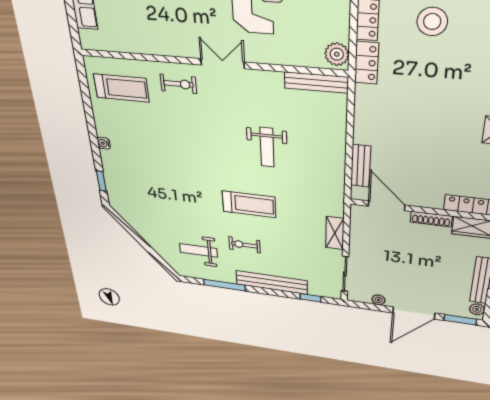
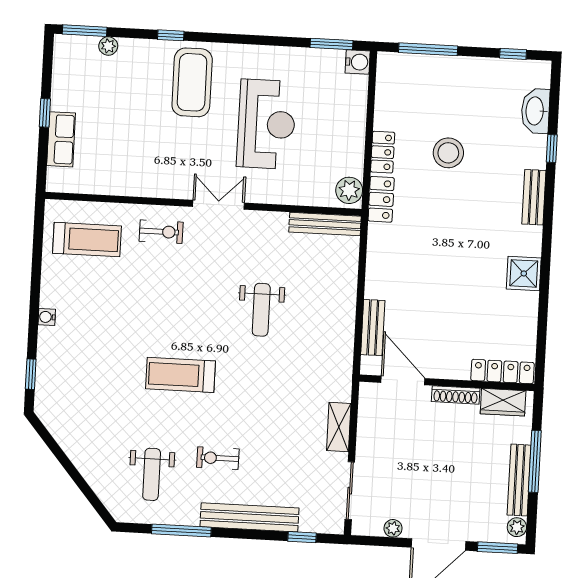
treadmill: (249, 204) -> (180, 375), moved, turned 180
weight bench: (198, 250) -> (152, 474), turned -90

